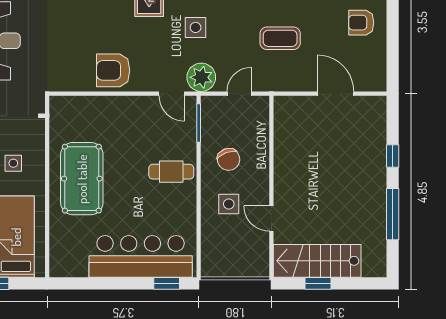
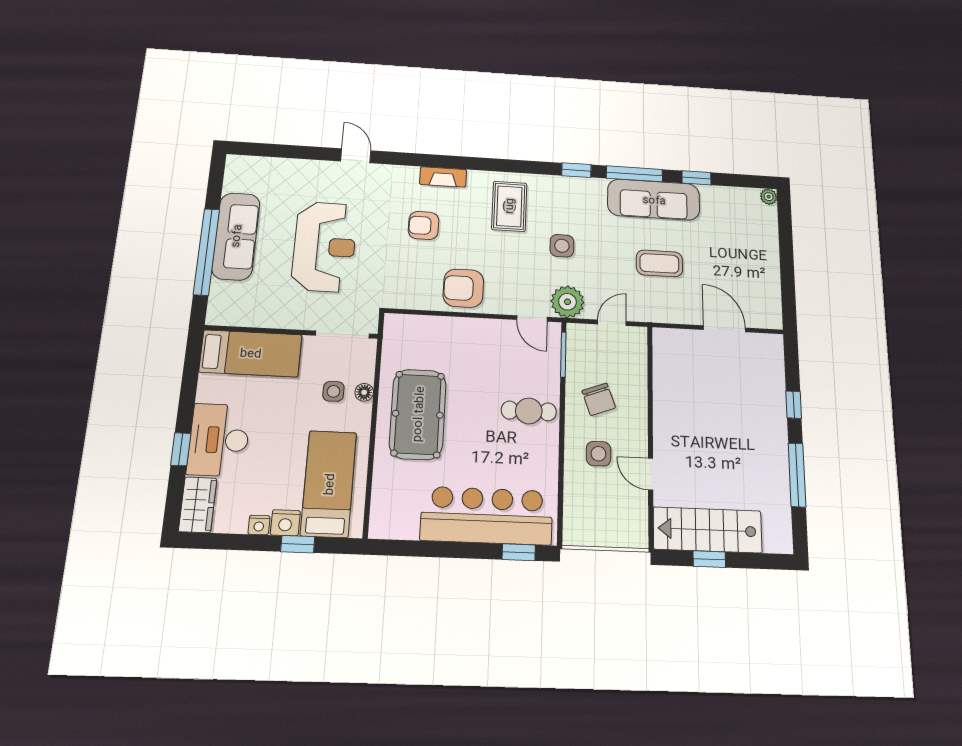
armchair: (361, 23) -> (424, 225), moved
floor lamp: (38, 163) -> (364, 392), added

